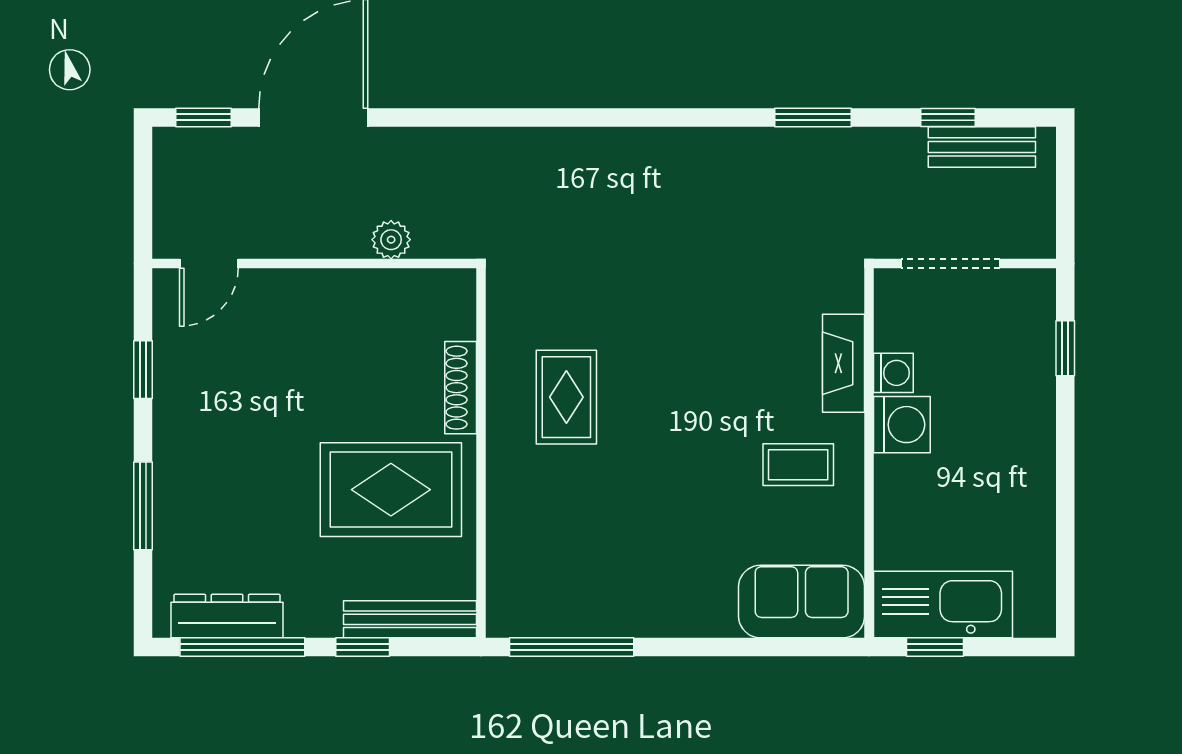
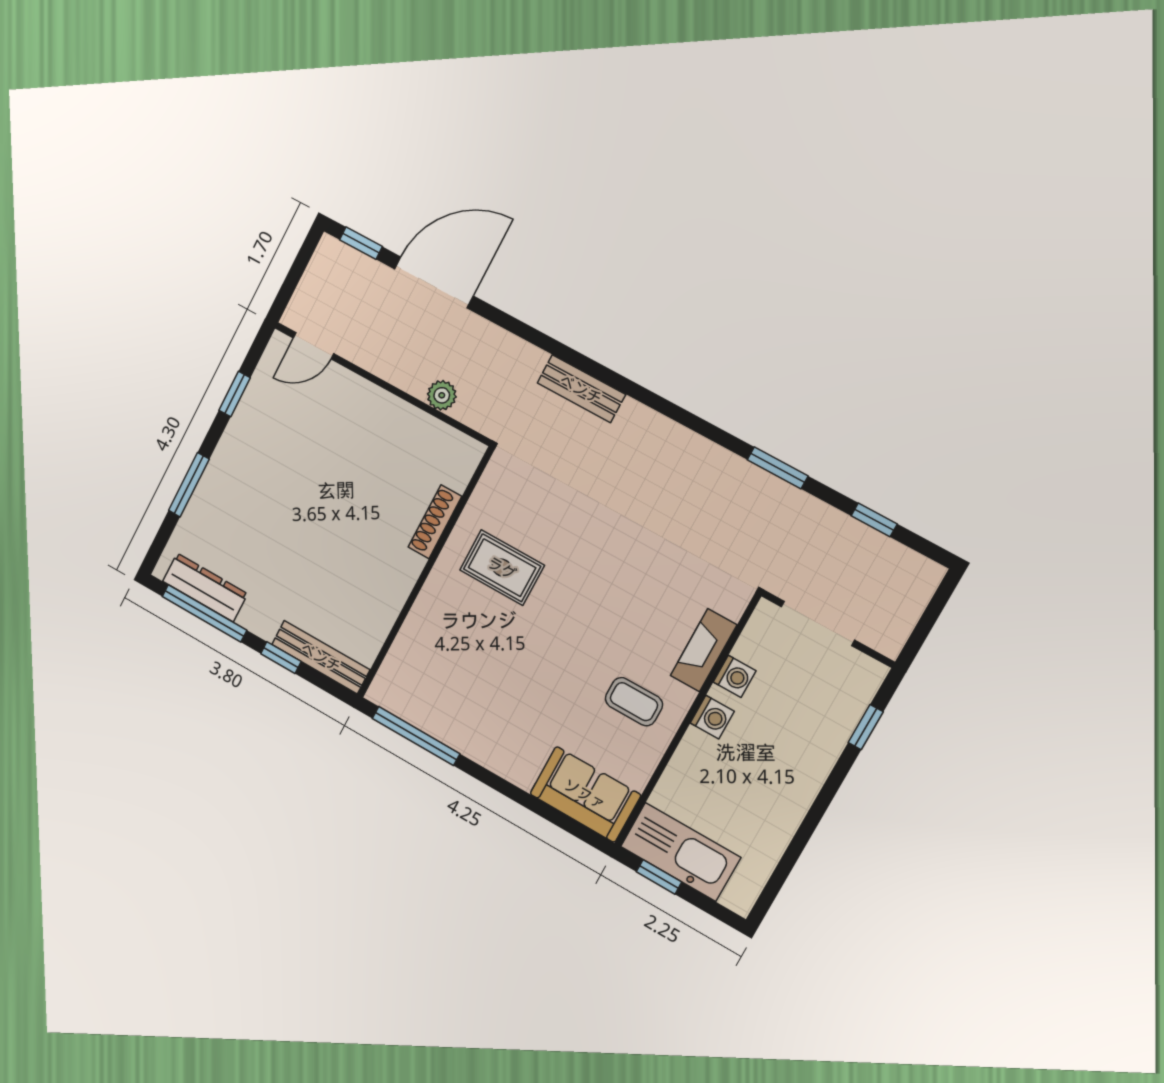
bench: (982, 147) -> (581, 389), moved
rug: (566, 397) -> (502, 568), turned 90
washing machine: (902, 425) -> (712, 717), width x0.73, depth x0.73
rug: (391, 490) -> (353, 564), removed

